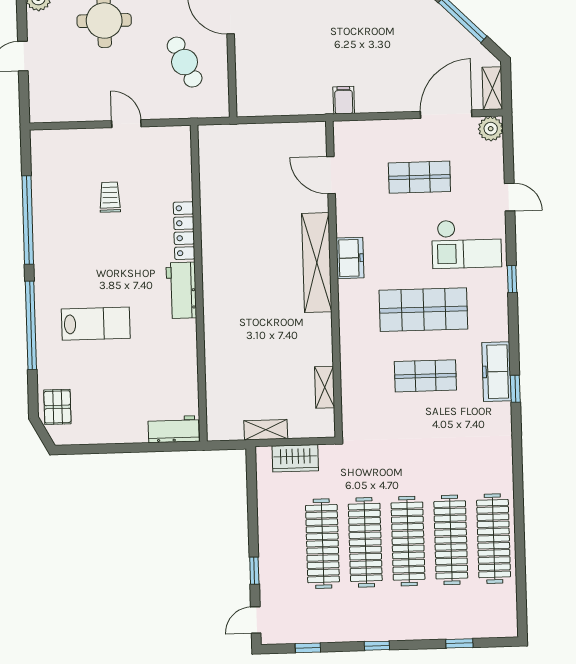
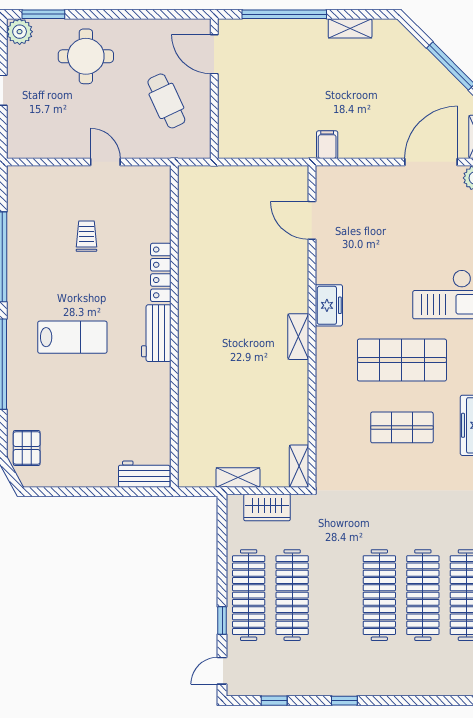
shop shelf: (419, 177) -> (402, 225), removed
shelving: (317, 263) -> (298, 337), width x0.45, depth x0.75
lab bench: (96, 324) -> (72, 337), moved
shelving: (325, 387) -> (299, 466), moved
clothes rail: (365, 542) -> (249, 595), moved
window: (459, 643) -> (429, 701), removed

